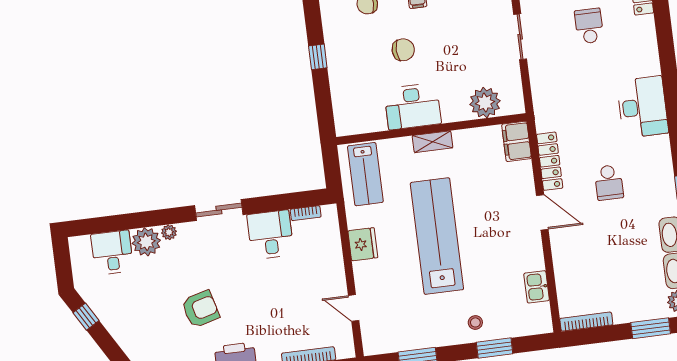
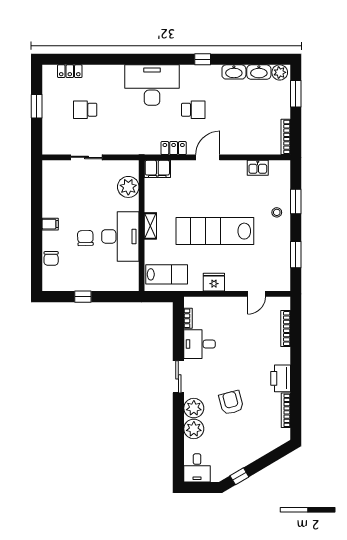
desk: (413, 106) -> (120, 236), width x1.36, depth x1.30
desk: (642, 107) -> (152, 85), width x1.36, depth x1.30
locker: (550, 161) -> (174, 148), width x0.66
plant: (169, 232) -> (194, 408), width x1.88, depth x1.88
desk: (112, 252) -> (197, 468), moved, turned -90
armchair: (200, 309) -> (231, 403), moved

